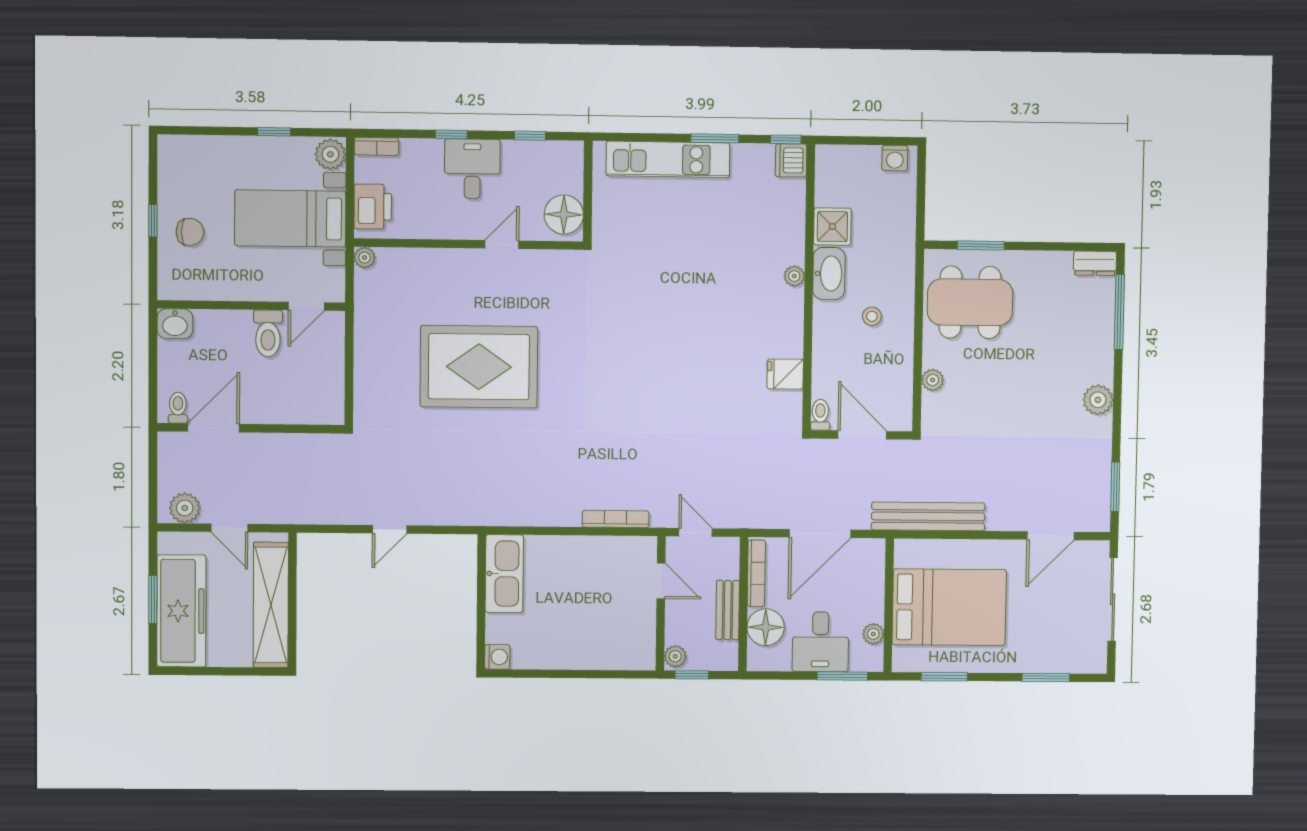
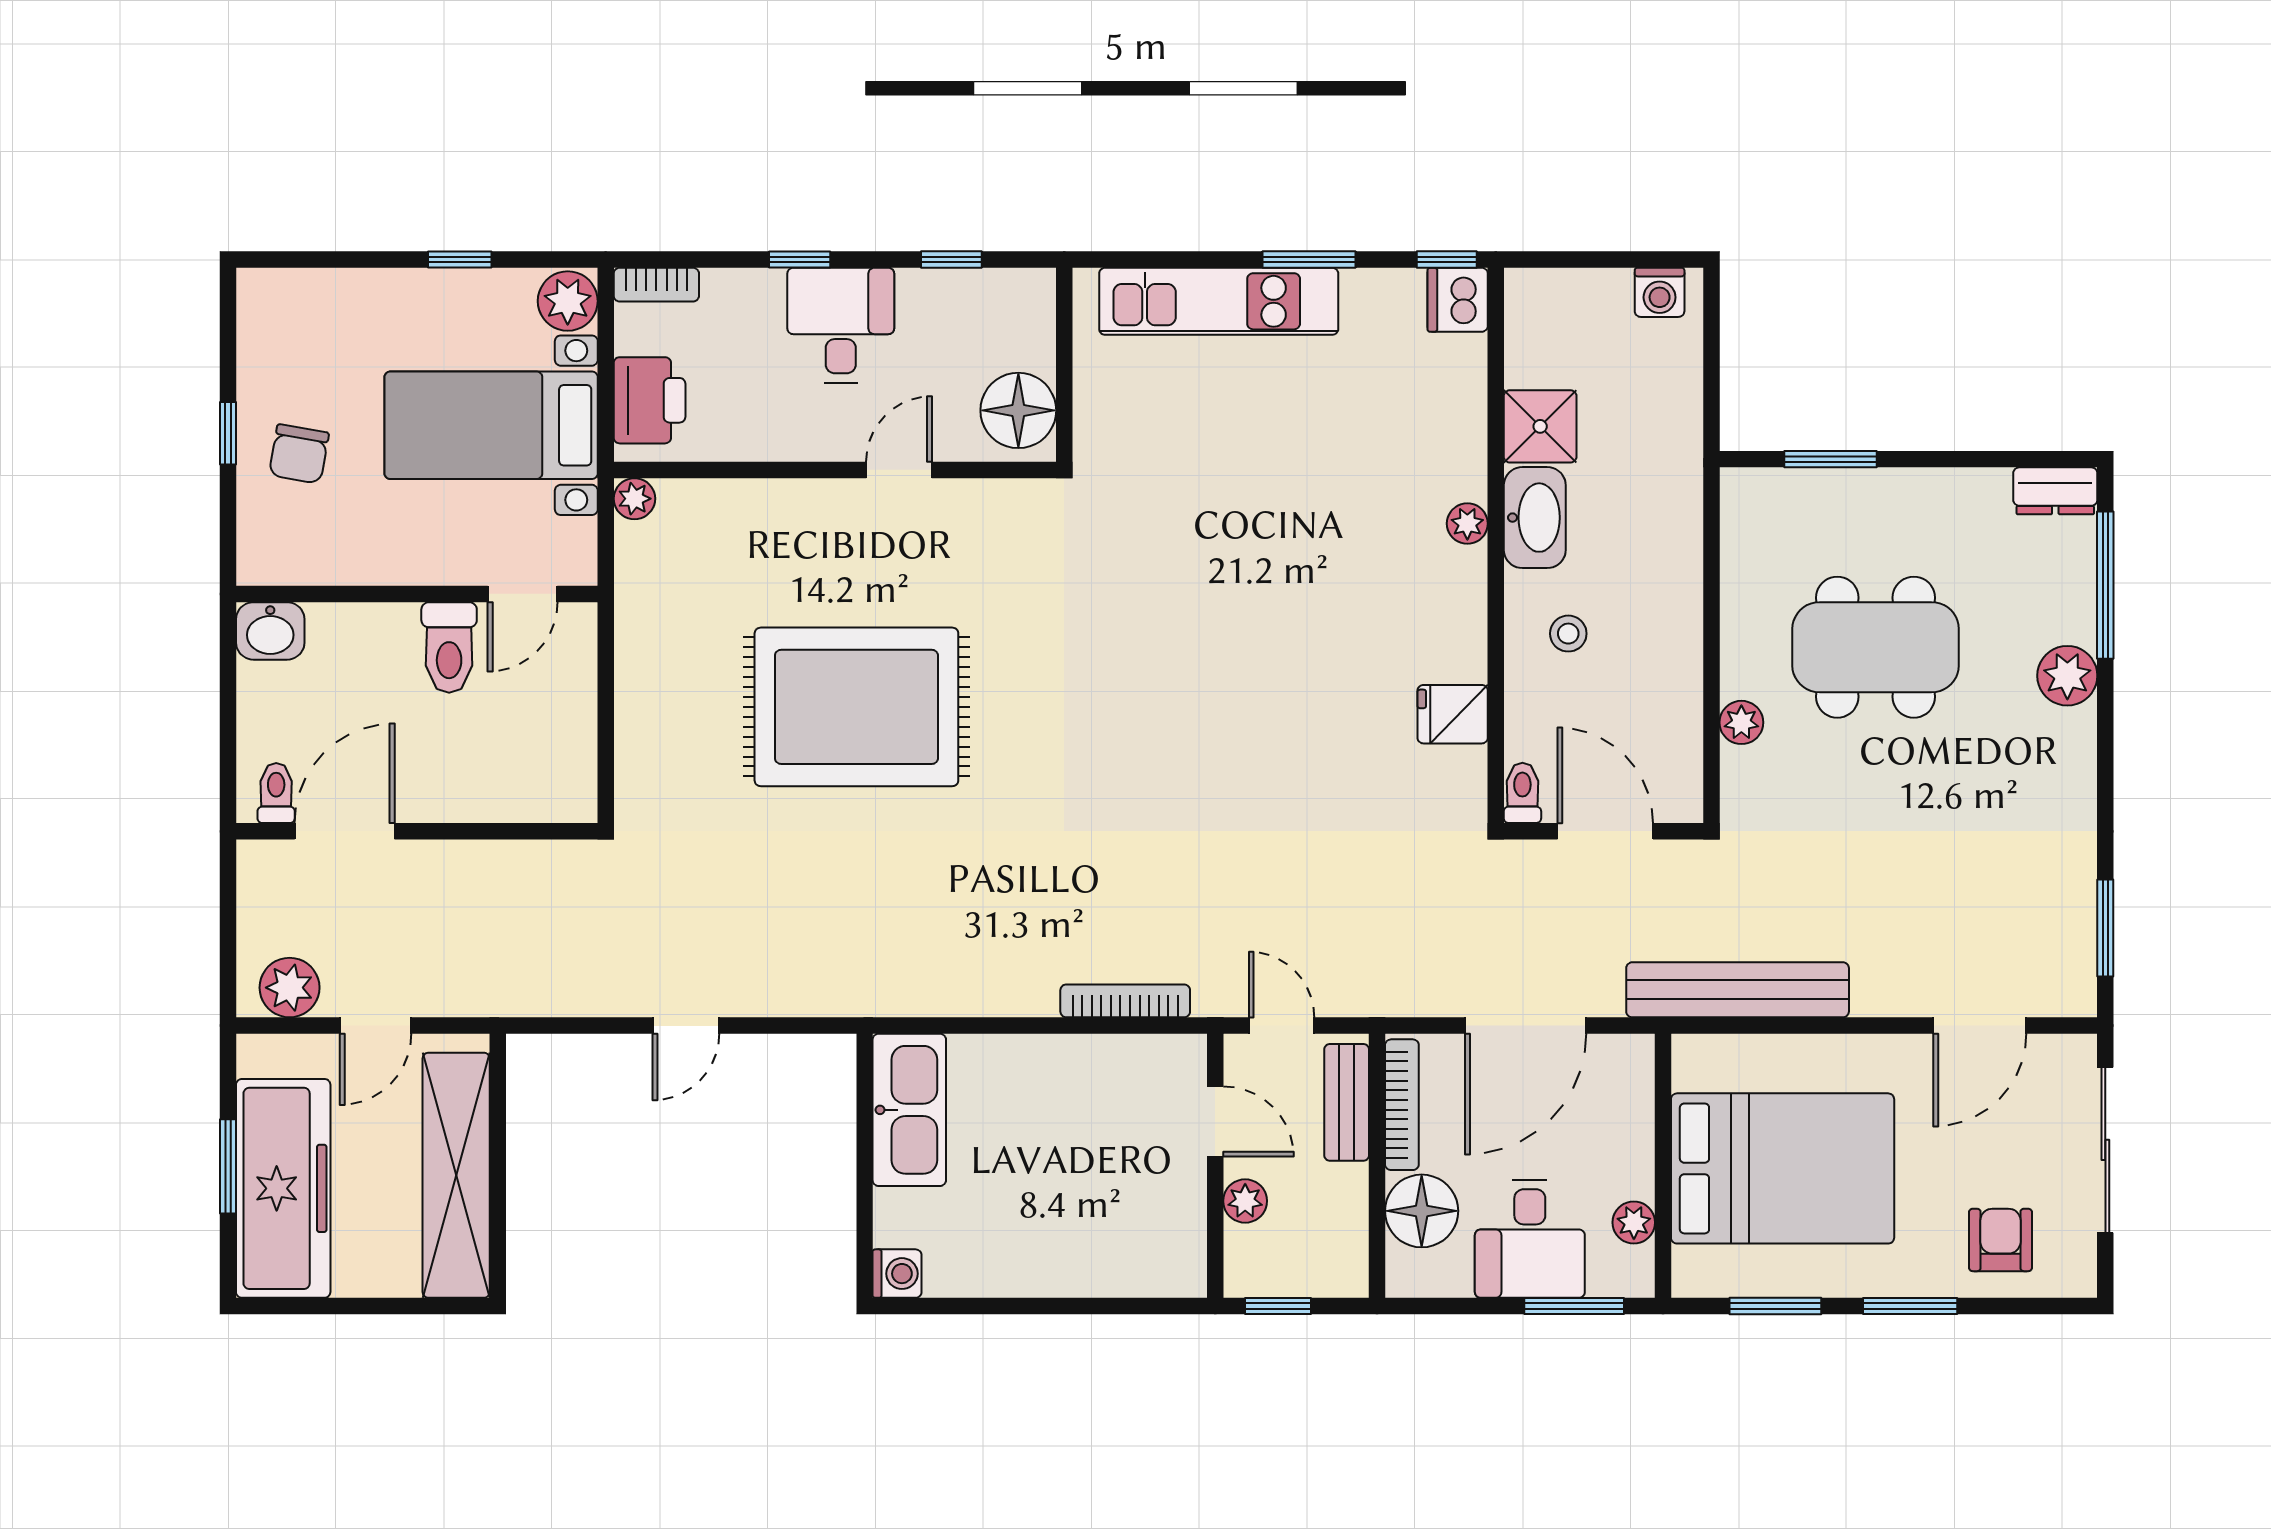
chair: (190, 232) -> (299, 454), turned 100
dining table: (970, 302) -> (1876, 647), moved
stool: (872, 316) -> (1568, 634), moved
plant: (1098, 400) -> (2067, 676), moved
door: (229, 528) -> (376, 1026), hinge flipped
bench: (728, 610) -> (1347, 1102), moved
armchair: (1059, 644) -> (2000, 1240), added
plant: (675, 656) -> (1245, 1201), moved
window: (1046, 678) -> (1910, 1306), moved

